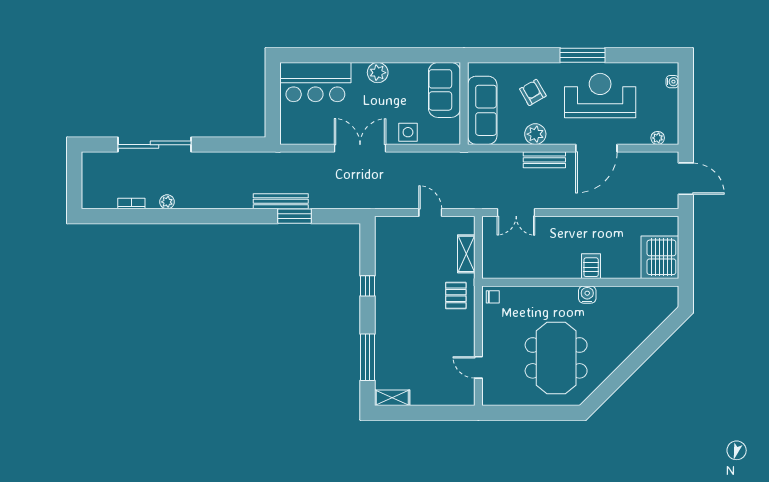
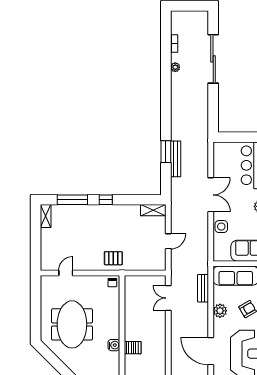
bench: (544, 160) -> (203, 288), moved
bench: (281, 201) -> (176, 159), moved
shelving: (466, 254) -> (153, 210), moved
window: (367, 286) -> (106, 200), moved
meeting table: (556, 358) -> (72, 324), turned 90

